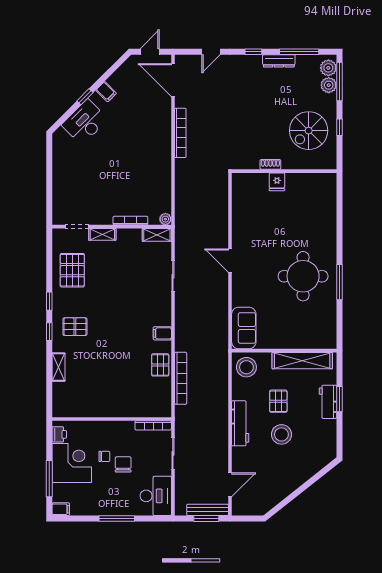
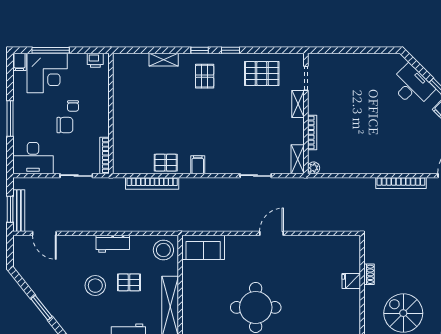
workbench: (240, 423) -> (113, 244), width x0.73
corner desk: (72, 463) -> (47, 73), moved
window: (303, 487) -> (41, 308), added

